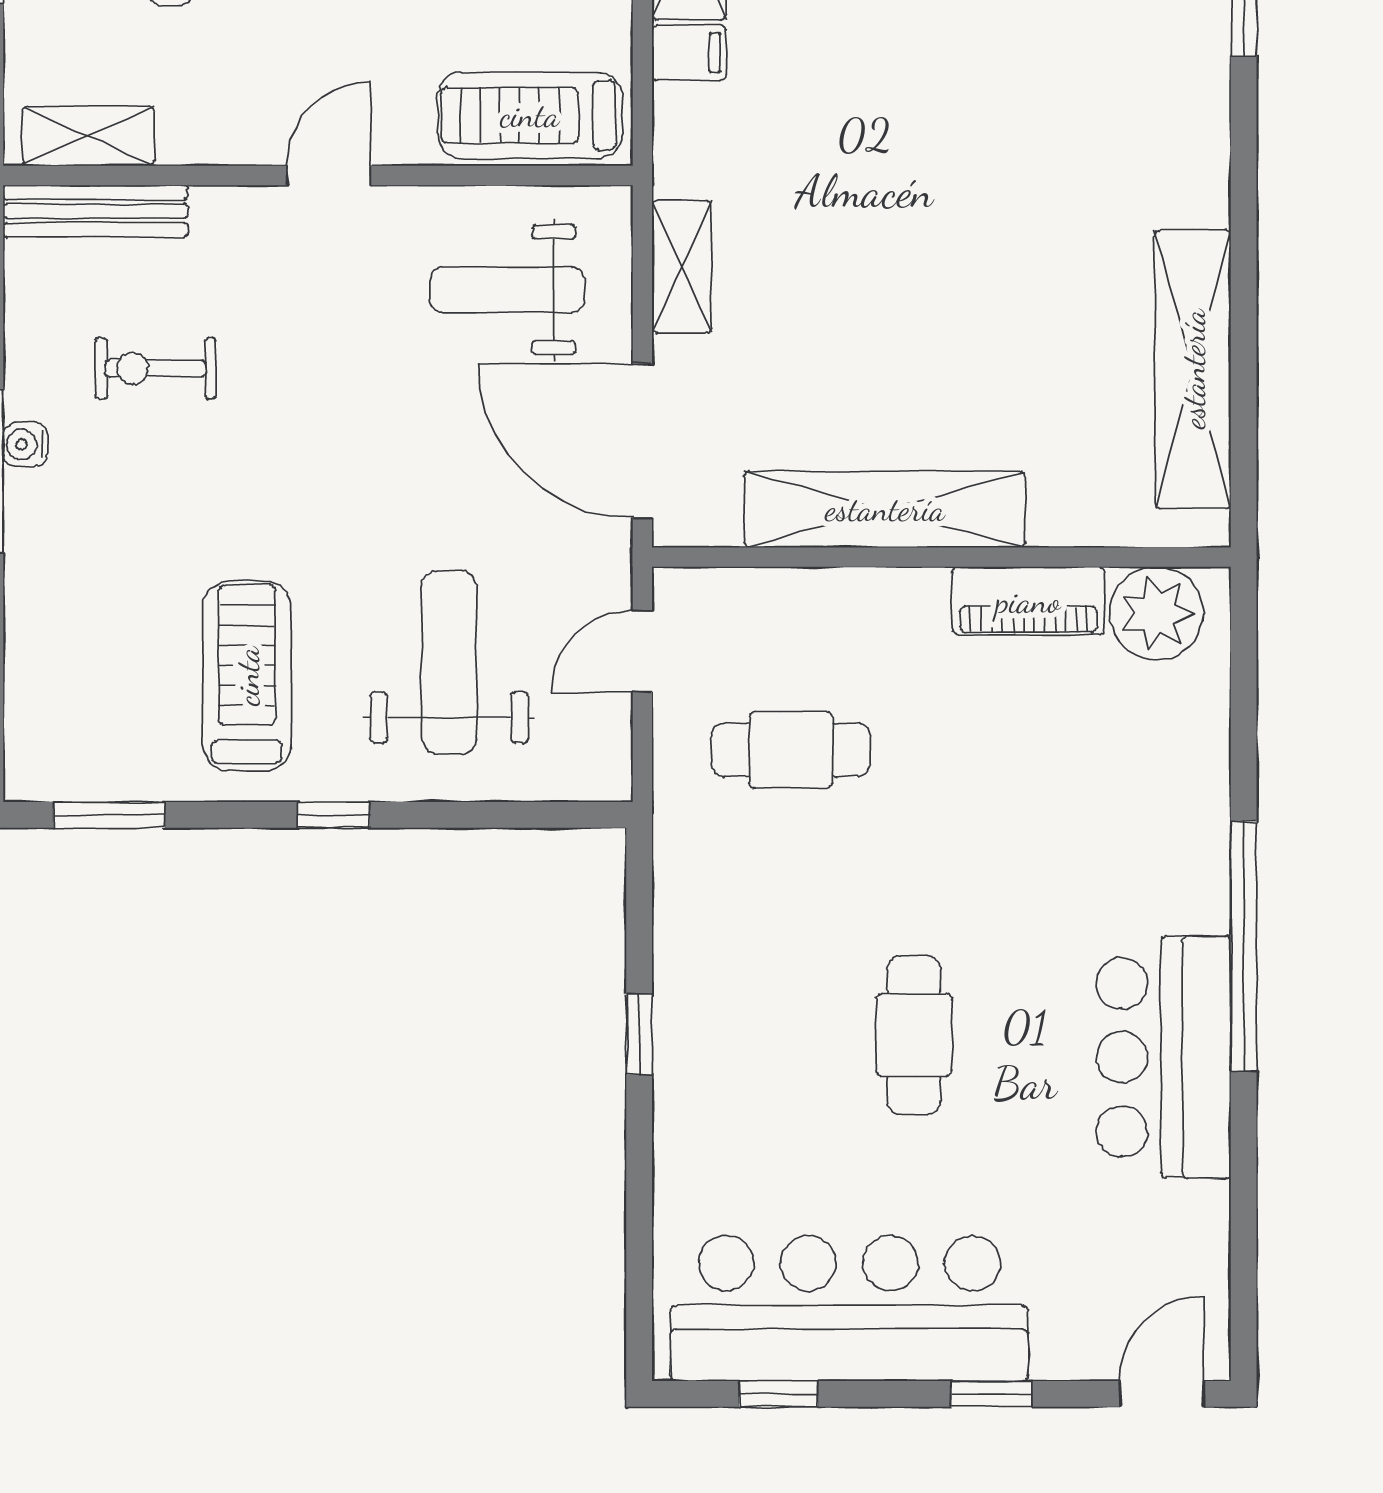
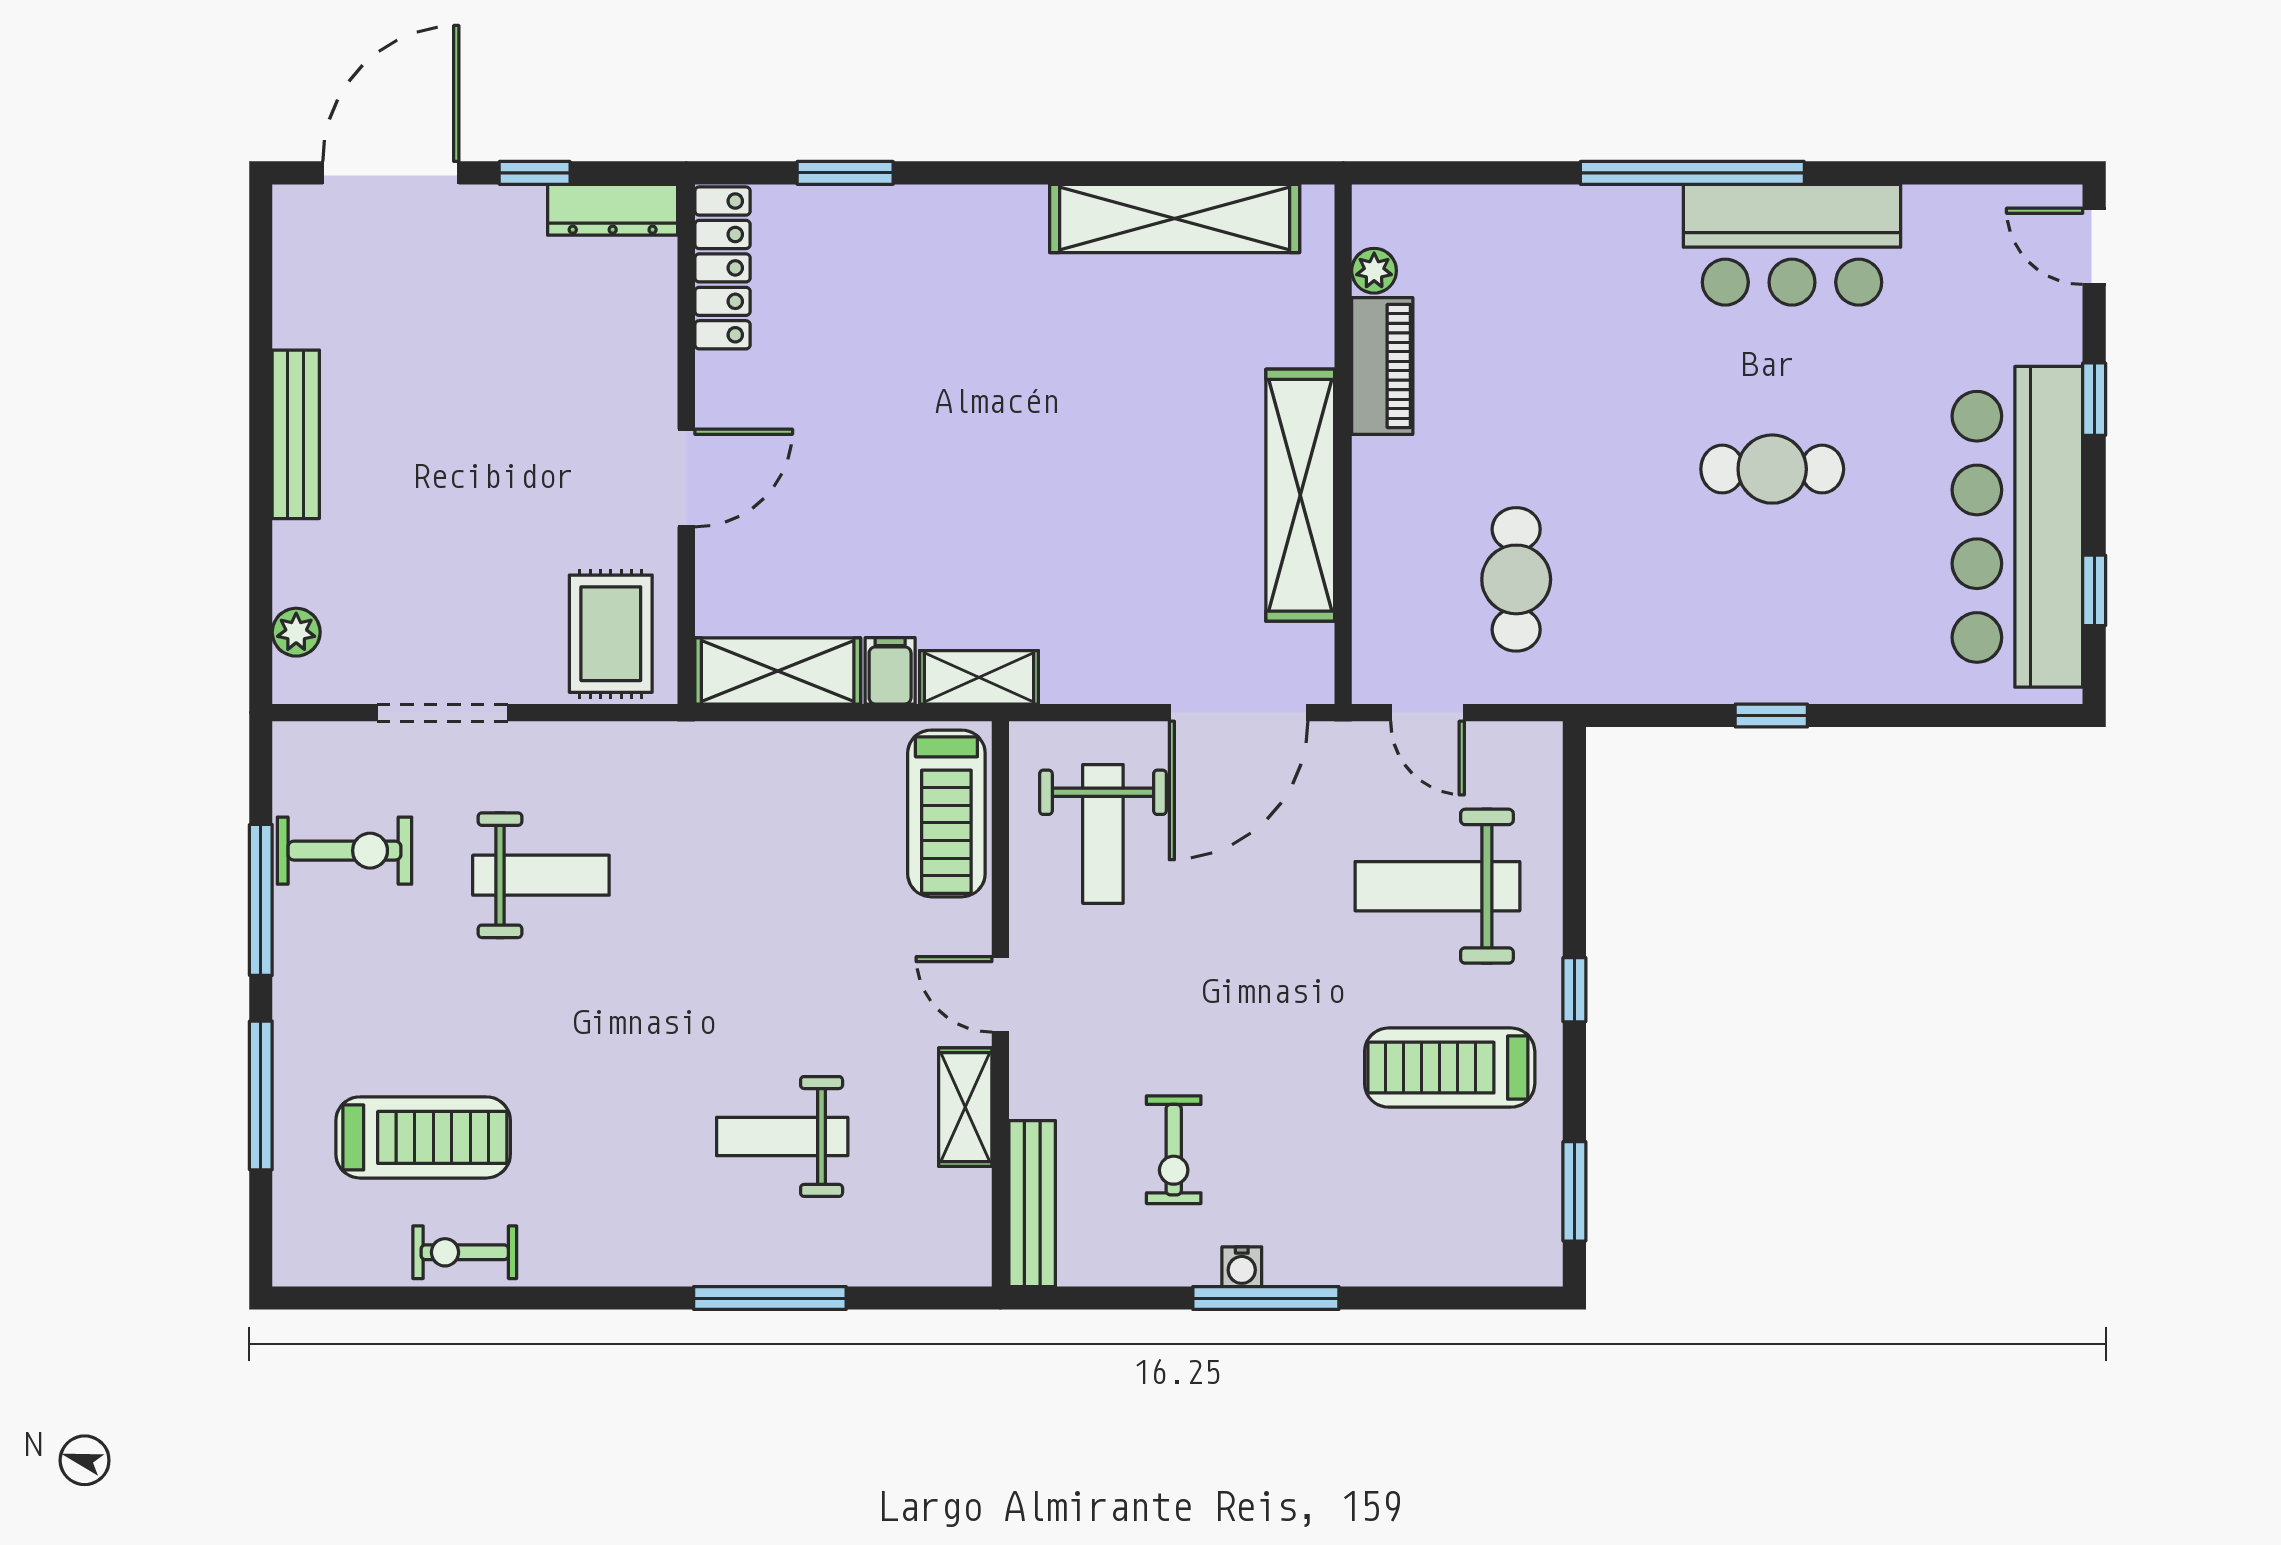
shelving: (88, 136) -> (965, 1107), moved
shelving: (682, 267) -> (979, 677), moved
plant: (1157, 613) -> (1374, 271), width x0.53, depth x0.53

